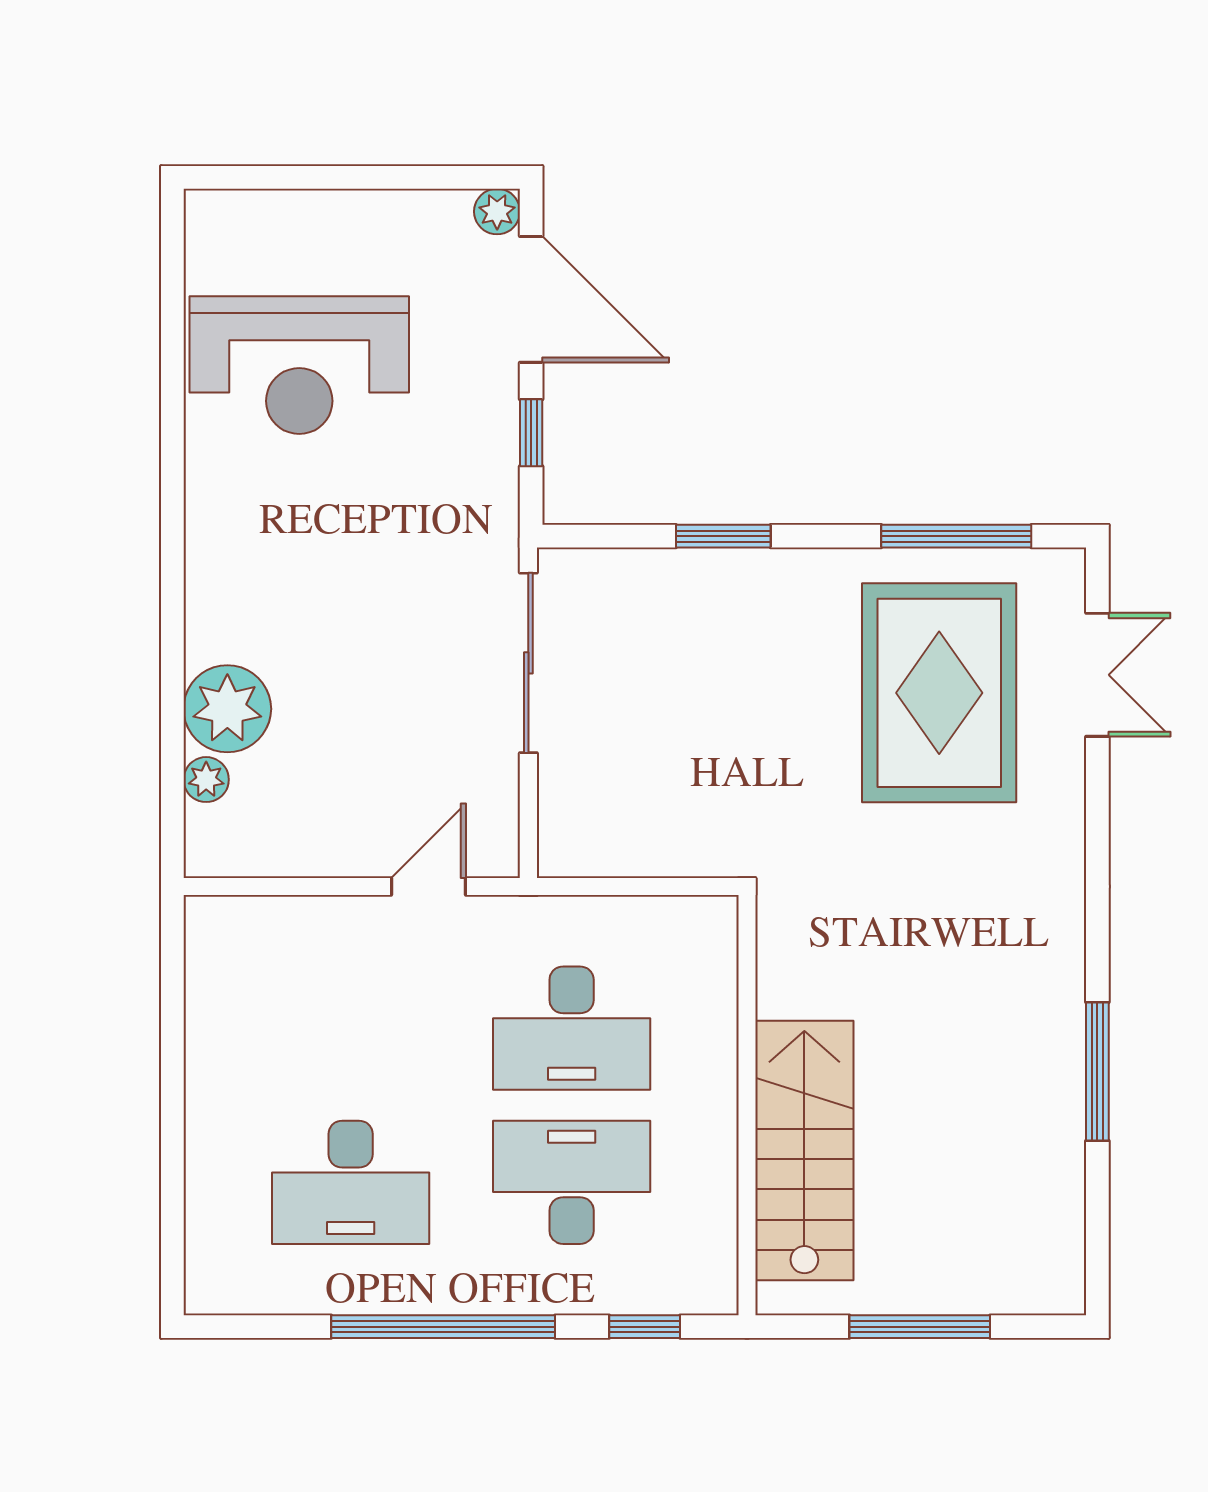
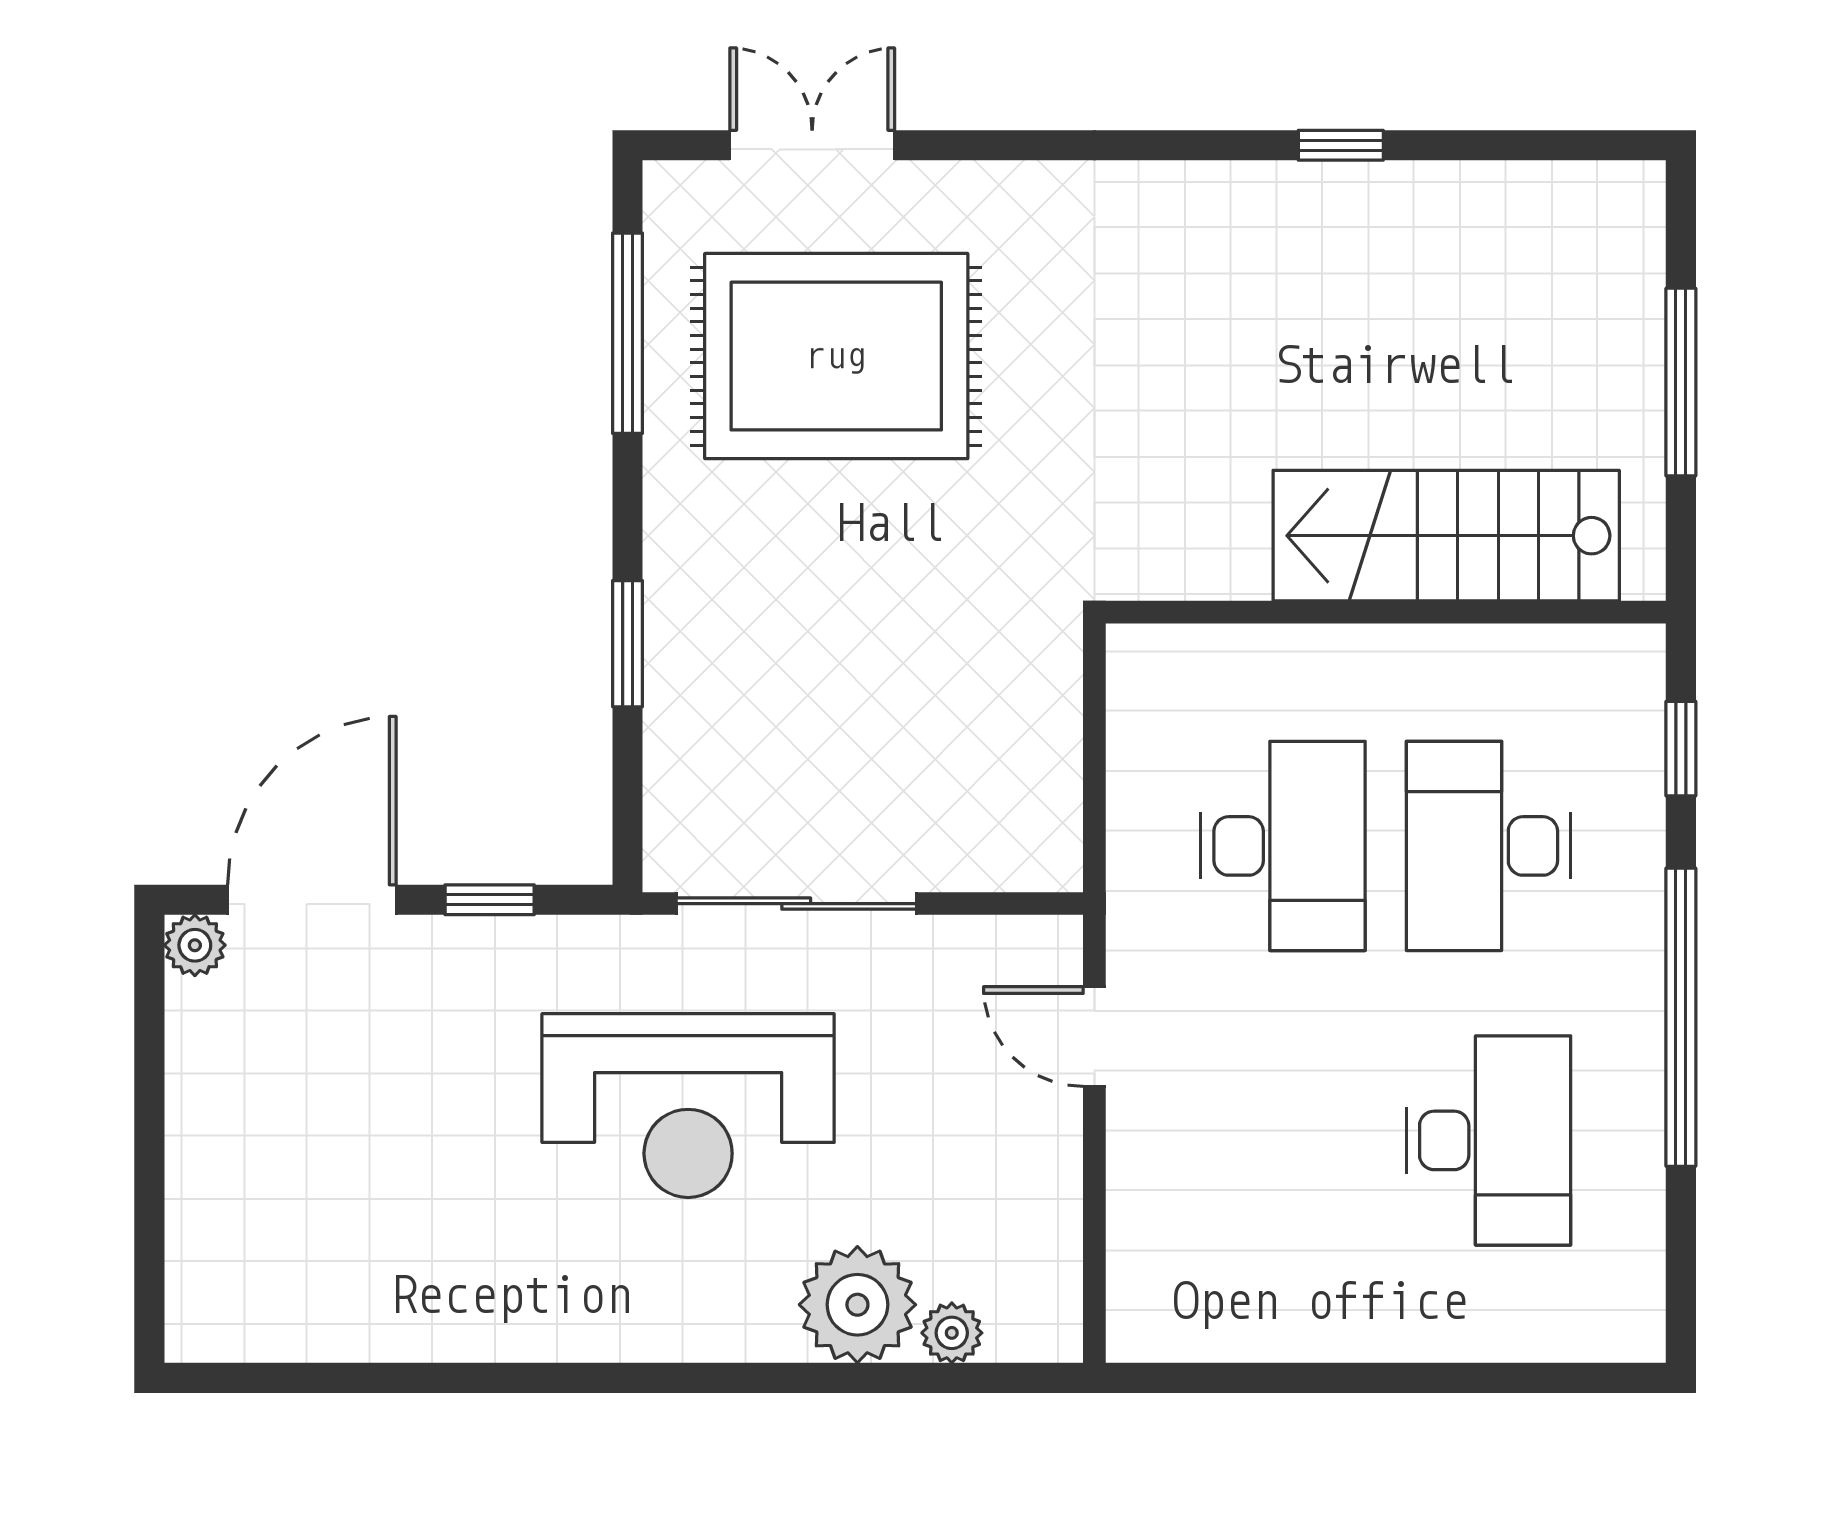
reception desk: (299, 365) -> (688, 1106), moved, turned 90
window: (1097, 1071) -> (1341, 145), width x0.46

